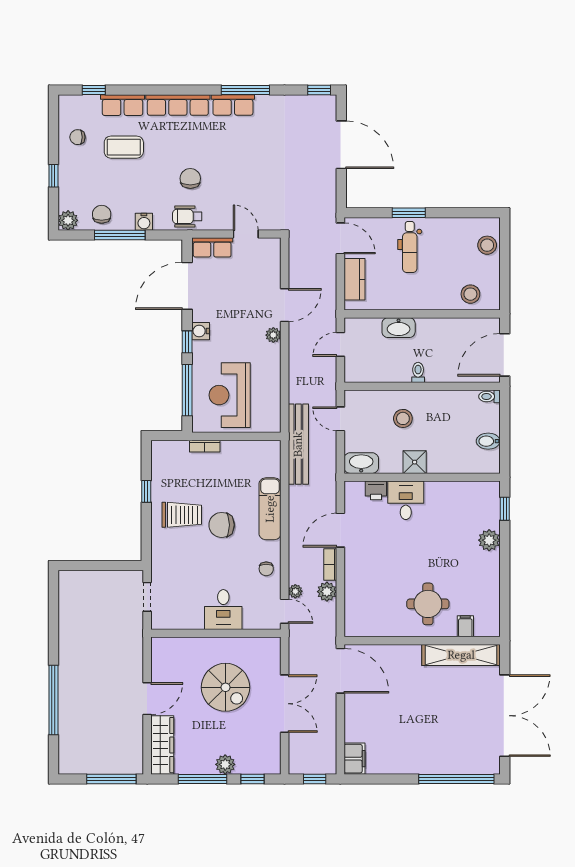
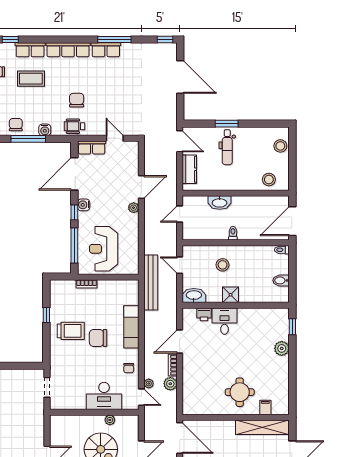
desk: (223, 609) -> (104, 396), width x1.37
plant: (239, 644) -> (110, 420), added

